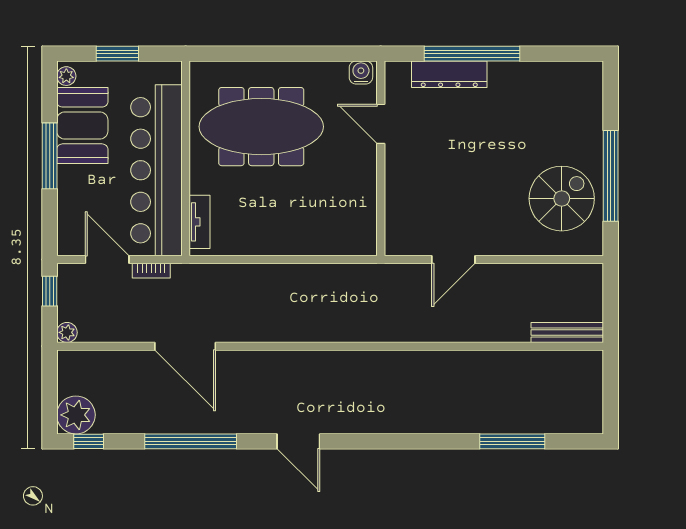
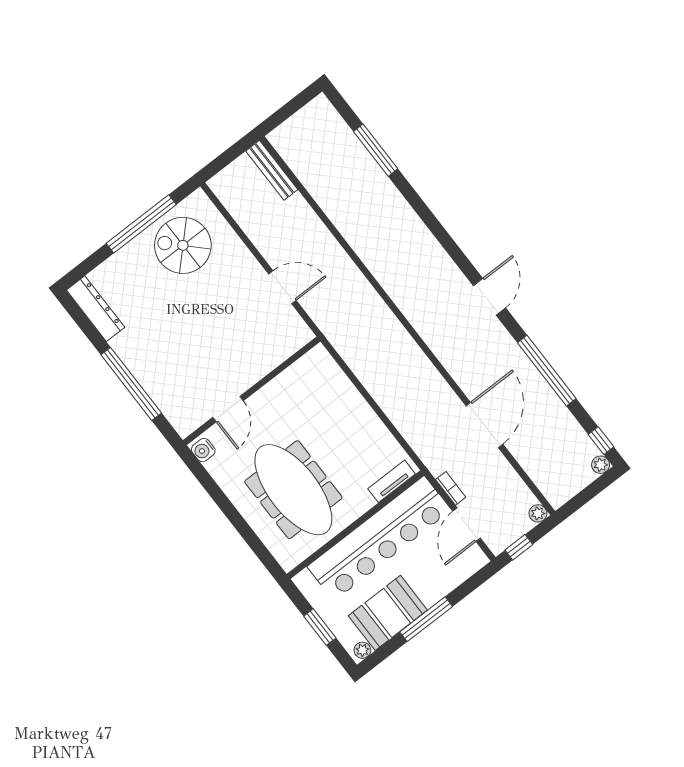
dresser: (449, 74) -> (96, 309), moved
plant: (76, 415) -> (601, 465), width x0.53, depth x0.53

